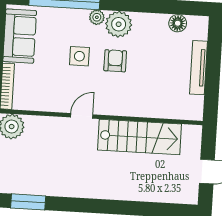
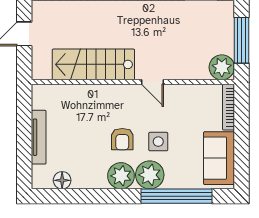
plant: (97, 17) -> (150, 175), width x1.88, depth x1.88
door: (82, 116) -> (152, 82), hinge flipped

